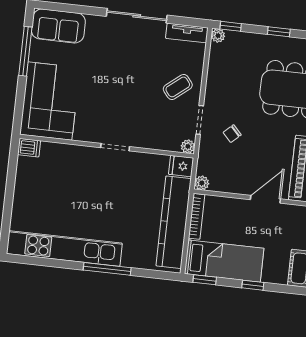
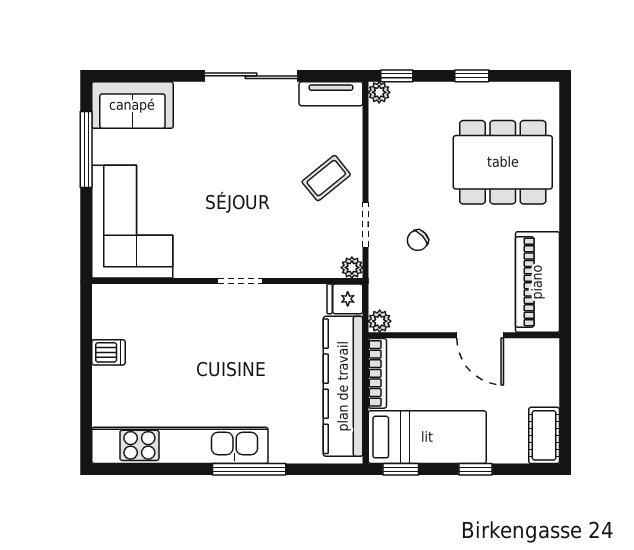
dishwasher: (29, 148) -> (108, 352), moved
door: (265, 199) -> (480, 335), swing flipped

